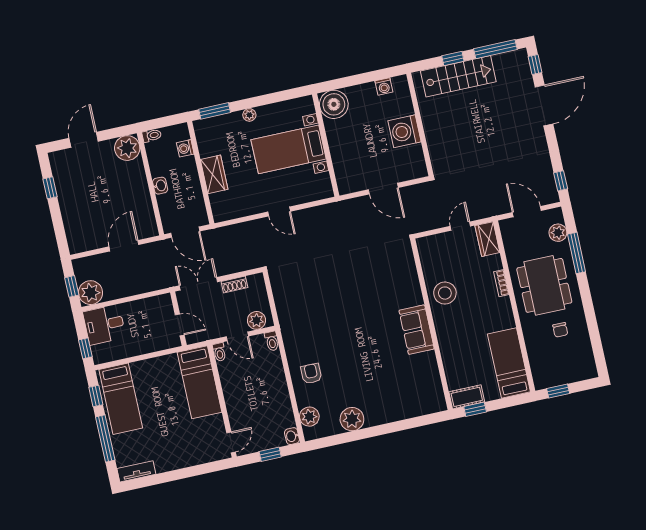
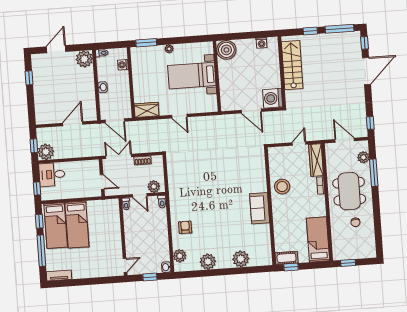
stairs: (458, 76) -> (292, 65), moved, turned -90
washing machine: (404, 131) -> (273, 98), moved
wardrobe: (214, 174) -> (147, 110), moved, turned -90
wardrobe: (487, 239) -> (316, 160), width x1.50
bed: (200, 382) -> (77, 225), moved
plant: (400, 408) -> (241, 259), added

